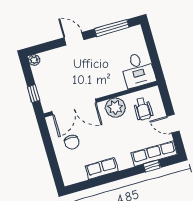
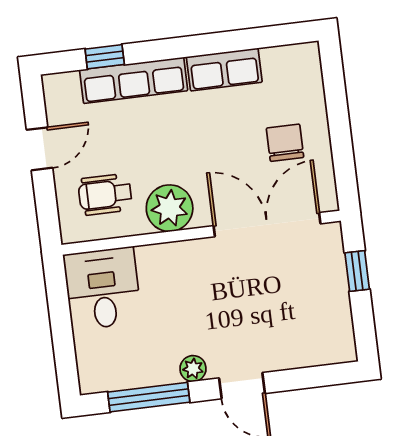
plant: (34, 60) -> (193, 369), moved
wheelchair: (143, 109) -> (105, 194), turned -90
door: (173, 124) -> (40, 149), hinge flipped
row of seats: (154, 154) -> (134, 80), moved

